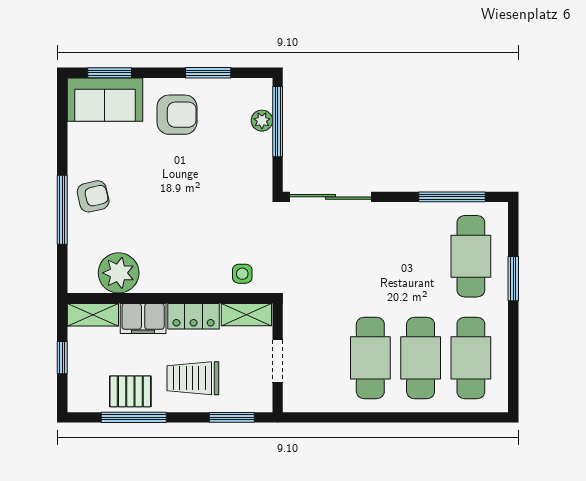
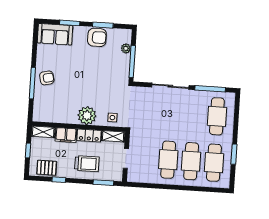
window: (110, 73) -> (70, 23), moved
armchair: (177, 115) -> (97, 37), moved
window: (278, 122) -> (132, 62), moved
sliding door: (331, 197) -> (170, 86), moved
plant: (119, 273) -> (87, 116), moved
window: (513, 279) -> (234, 154), moved
trolley: (193, 378) -> (87, 164), turned 180
pallet: (130, 391) -> (47, 168), moved
window: (134, 417) -> (59, 180), width x0.46

